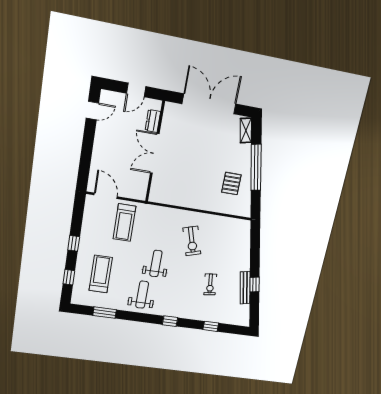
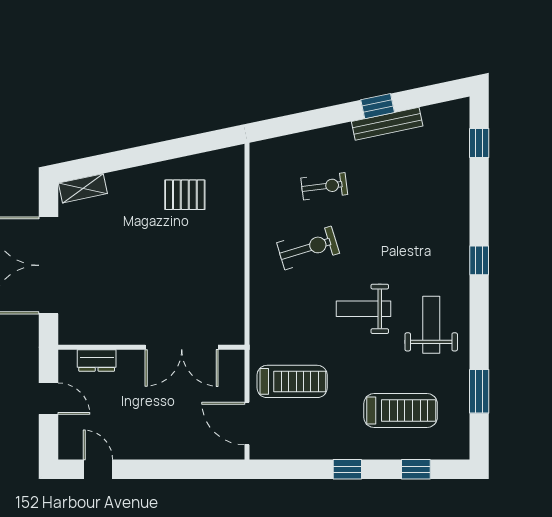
double door: (155, 154) -> (182, 347), moved
window: (256, 167) -> (147, 155), removed
door: (106, 196) -> (247, 424), hinge flipped
treadmill: (101, 274) -> (401, 411), turned 180
exercise bike: (210, 284) -> (324, 186), moved
weight bench: (142, 295) -> (431, 325), turned 90
window: (211, 326) -> (479, 143), moved

